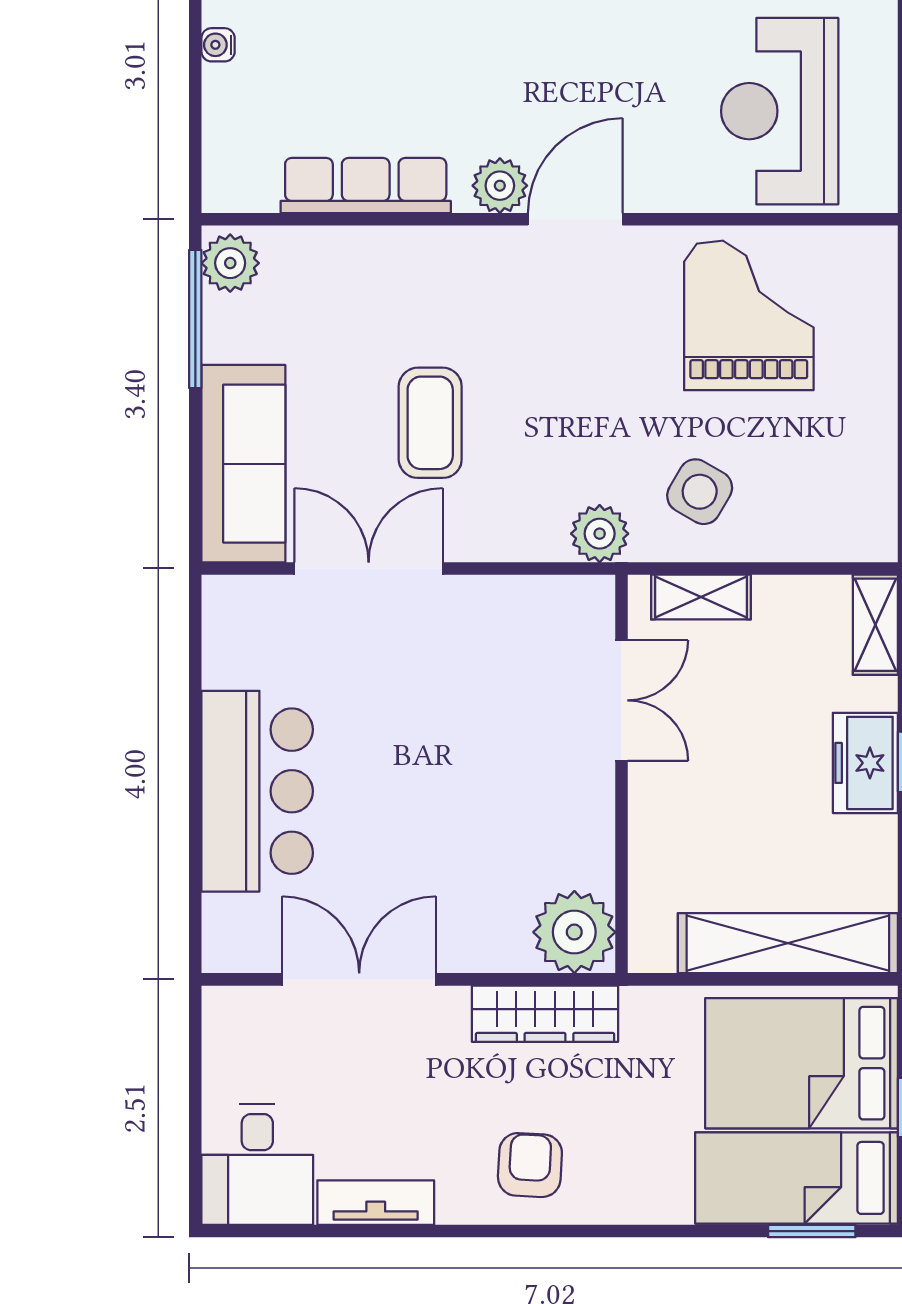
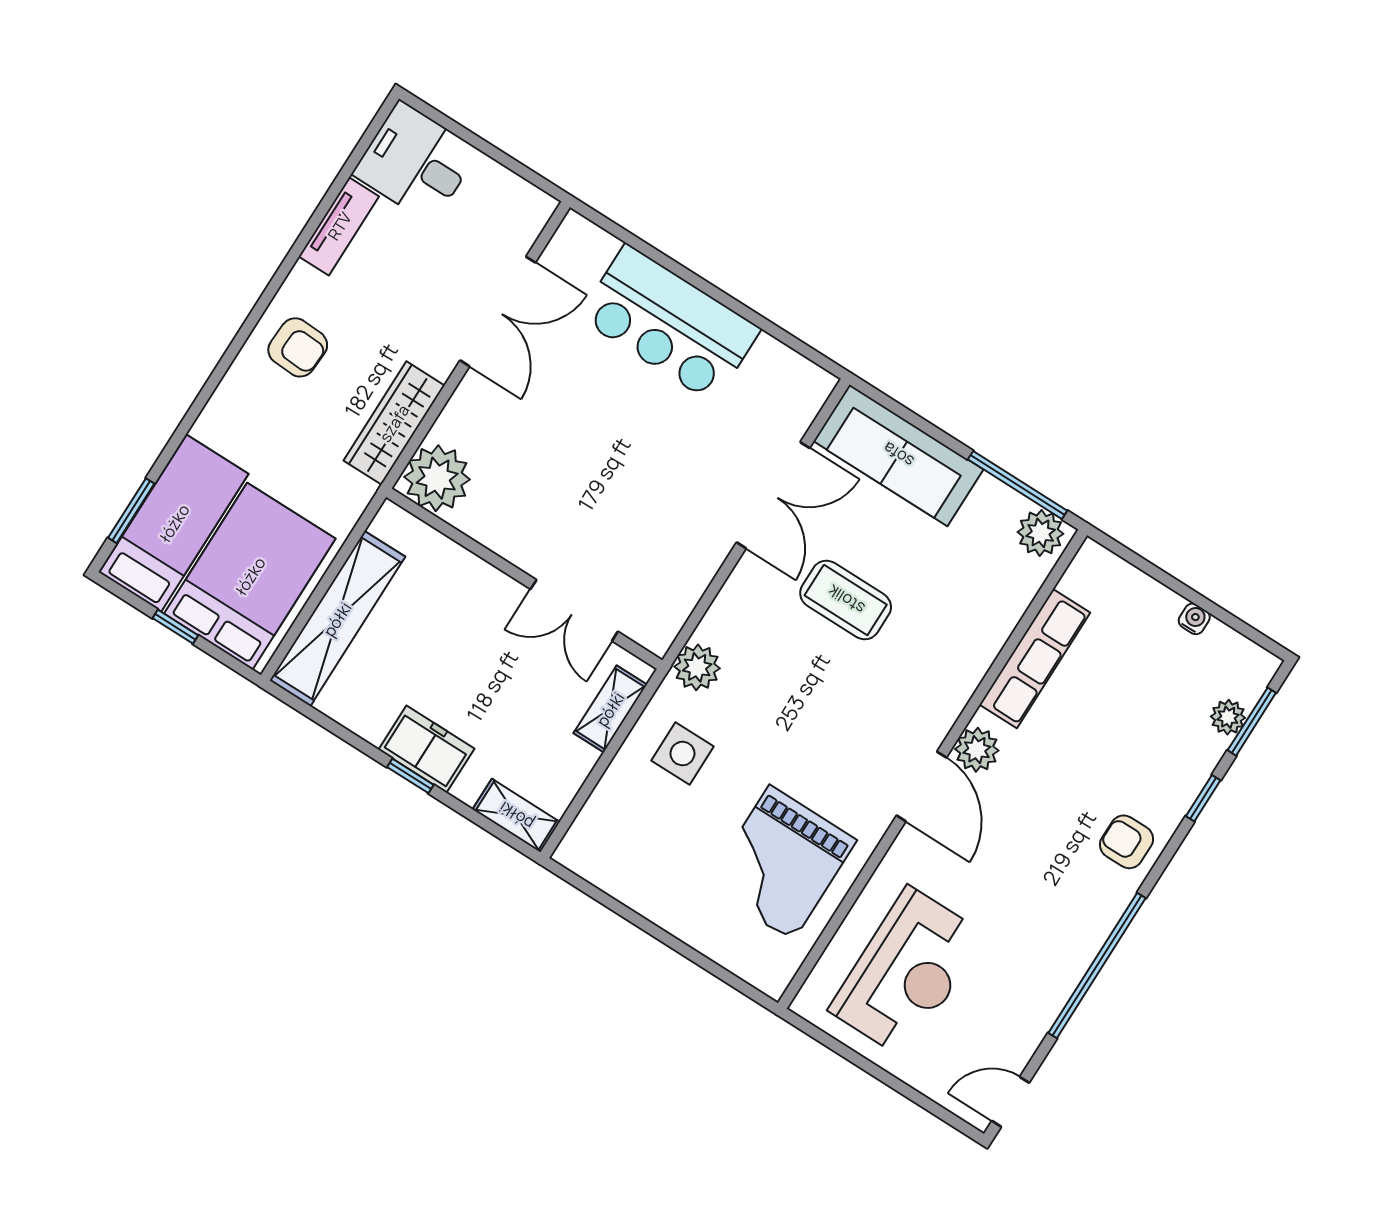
reception desk: (780, 111) -> (907, 972), turned 90
grand piano: (749, 315) -> (781, 863), turned 90
side table: (700, 492) -> (682, 754), turned -30

